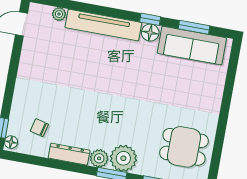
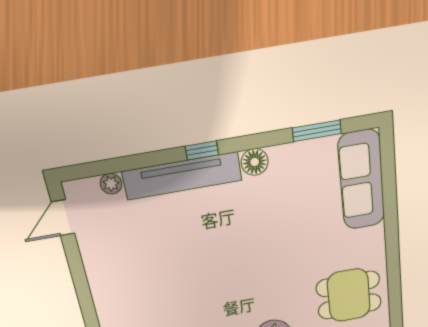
window: (150, 19) -> (202, 150), moved
sofa: (192, 46) -> (362, 180), moved, turned 90

